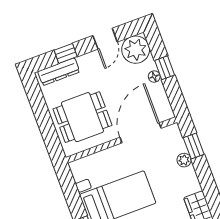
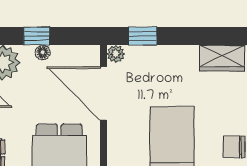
plant: (184, 160) -> (116, 54), moved

